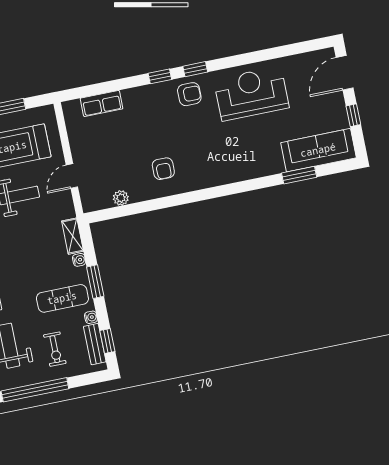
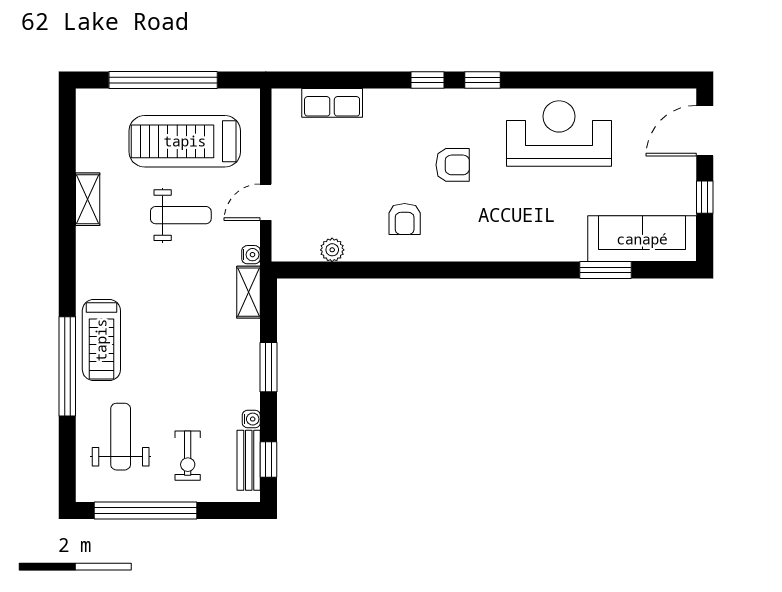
armchair: (189, 94) -> (453, 165), moved
water cooler: (79, 260) -> (251, 255), moved
exercise mat: (62, 298) -> (214, 382), removed

